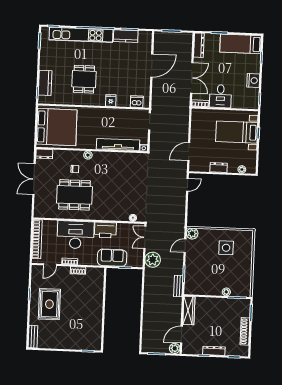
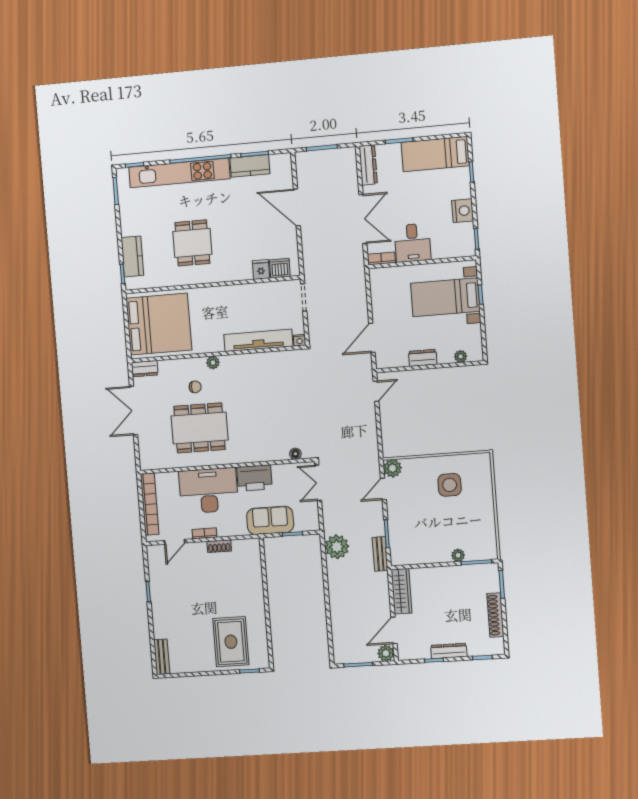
door: (152, 66) -> (297, 207), swing flipped
fridge: (111, 100) -> (261, 270), moved
plant: (153, 260) -> (337, 547), moved
rug: (49, 304) -> (231, 642), moved

